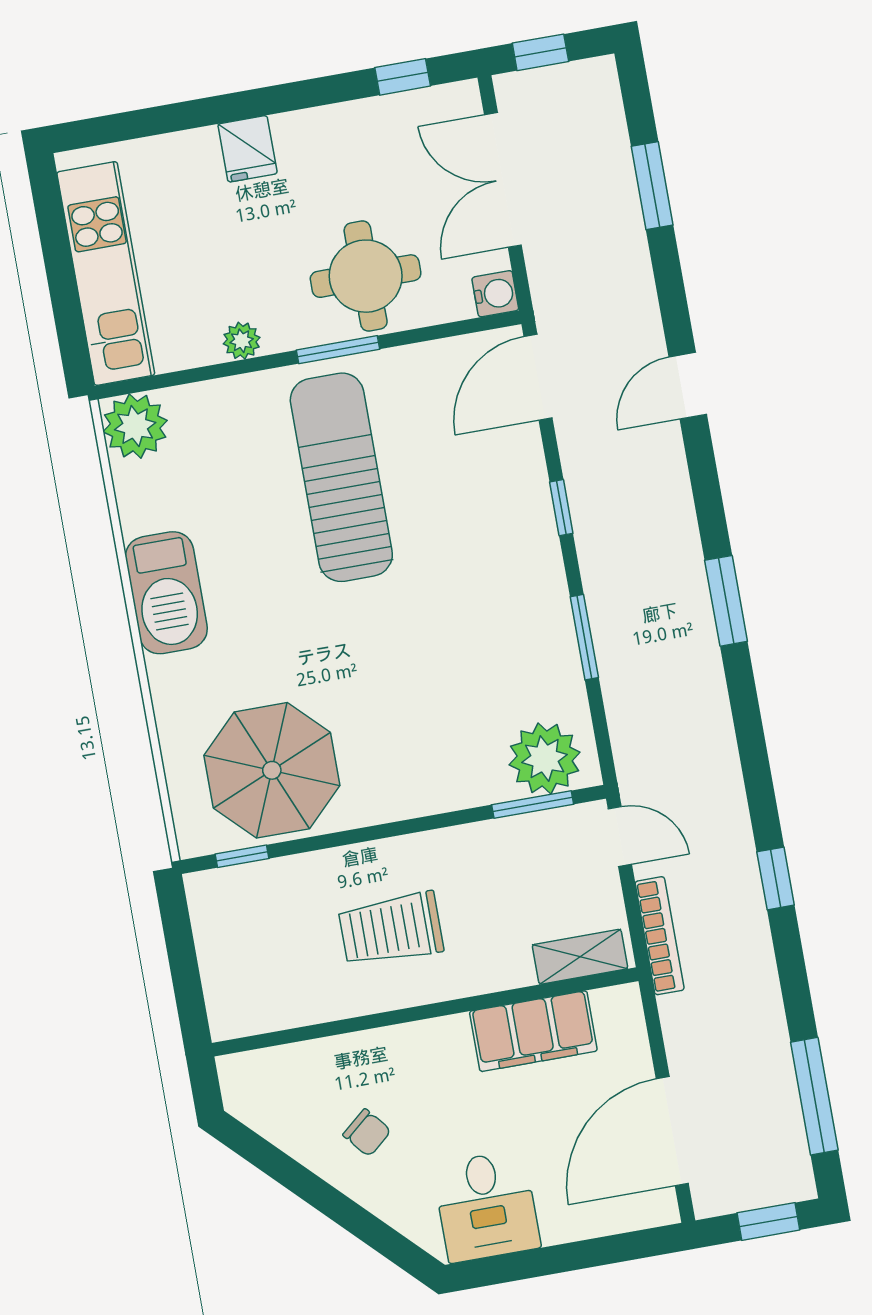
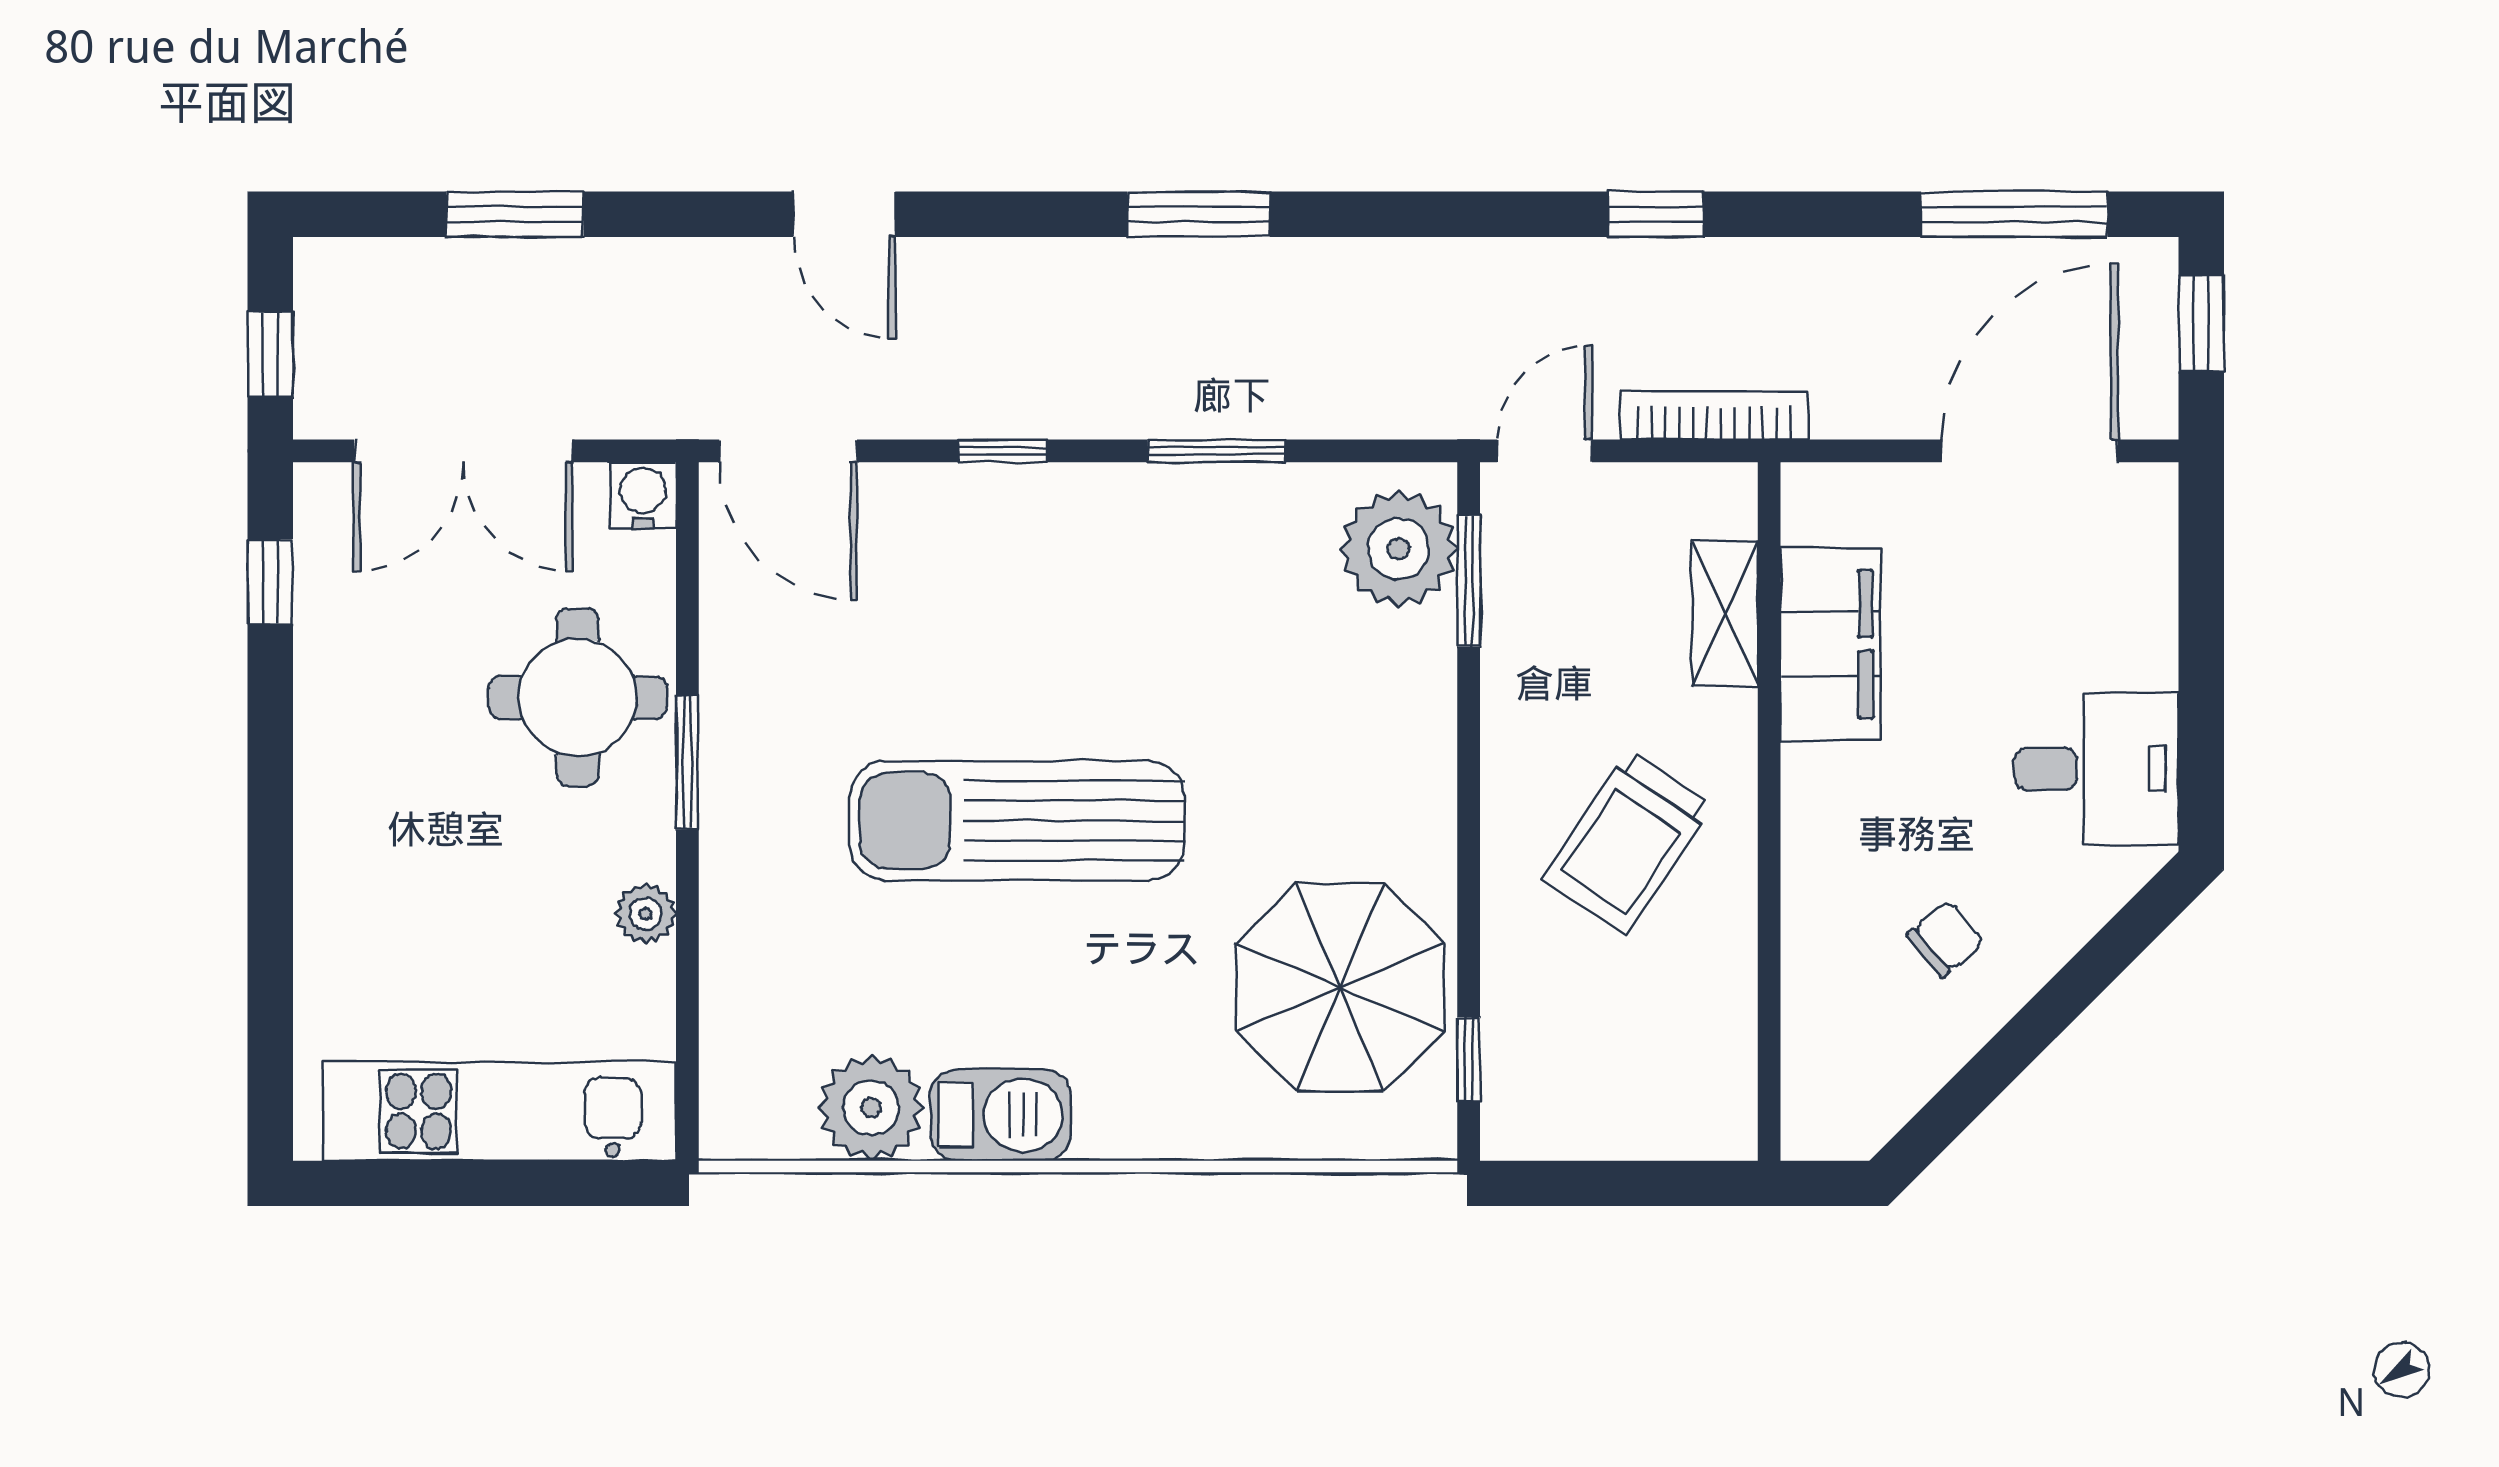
fridge: (248, 149) -> (341, 850), removed
plant: (135, 426) -> (871, 1108), moved
sun lounger: (341, 477) -> (1017, 821), moved
barbecue: (166, 593) -> (1001, 1115), width x0.73, depth x0.83
trolley: (391, 929) -> (1627, 842), turned 34
shelving: (580, 957) -> (1725, 614), moved
door: (672, 1131) -> (2030, 451), swing flipped

